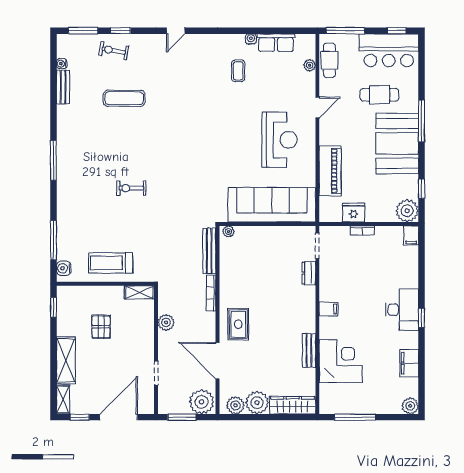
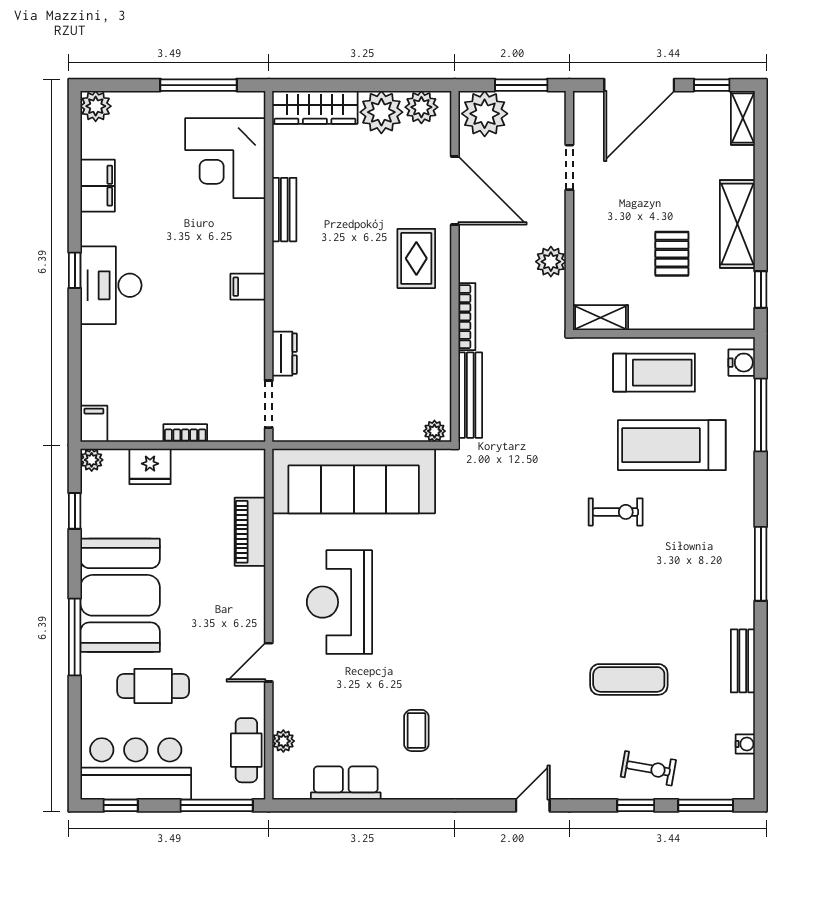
water cooler: (251, 39) -> (393, 790), removed
bench: (63, 87) -> (743, 661), moved
piano: (330, 171) -> (250, 532), width x0.73, depth x0.75
plant: (407, 211) -> (92, 460), width x0.53, depth x0.53
fridge: (353, 213) -> (150, 466), moved
treadmill: (101, 224) -> (672, 445), added
shelving: (66, 360) -> (737, 224), moved
corner desk: (341, 361) -> (225, 158), moved

